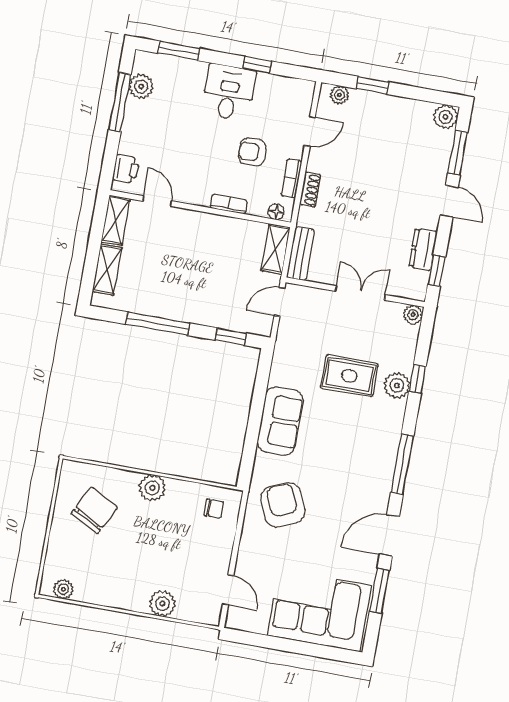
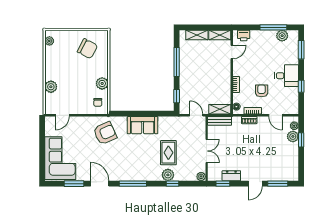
plant: (446, 117) -> (293, 136), moved
plant: (152, 488) -> (102, 83), moved

